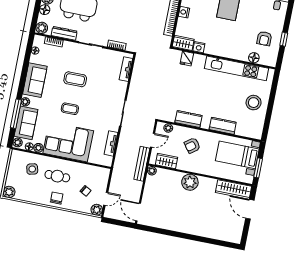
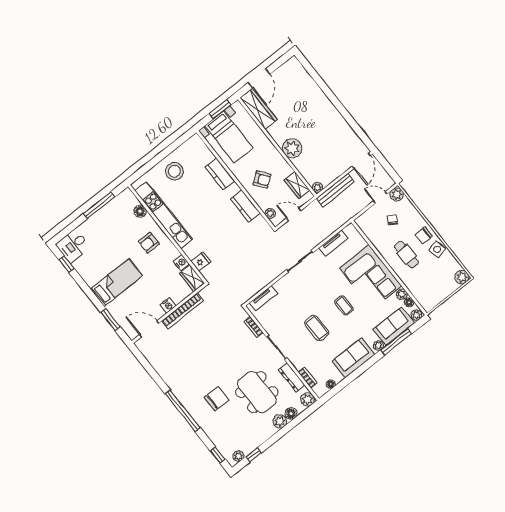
armchair: (264, 39) -> (149, 243), moved, turned 180
window: (284, 39) -> (99, 205), width x2.17
bench: (142, 164) -> (335, 190), moved
side table: (32, 169) -> (437, 249), moved

